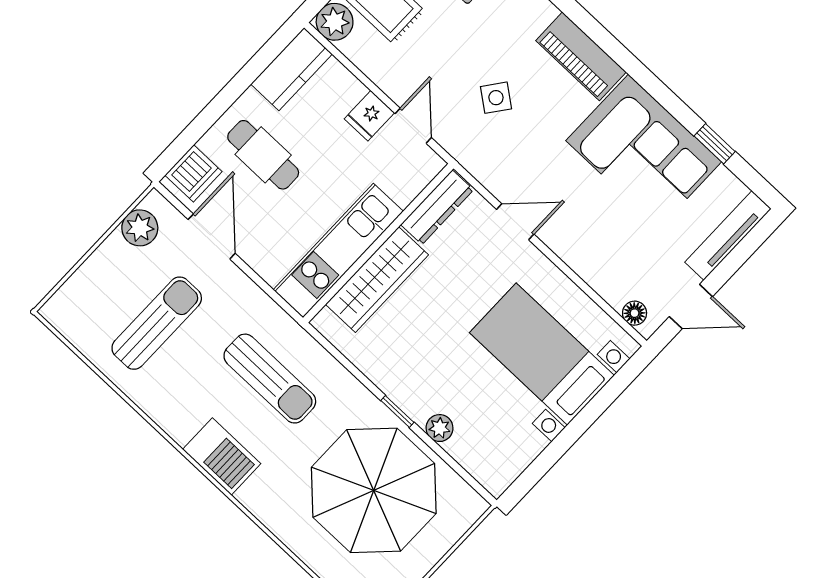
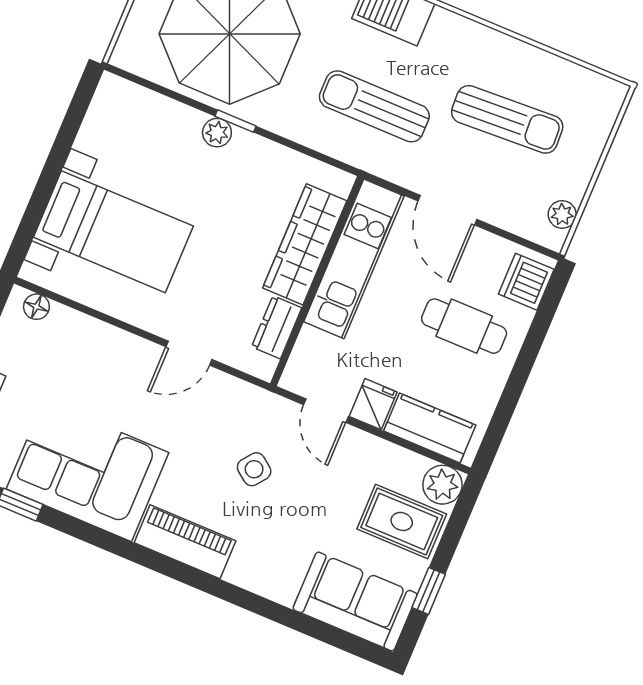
kitchen counter: (291, 69) -> (430, 428), moved, turned 90
dresser: (437, 207) -> (277, 327), width x0.70
plant: (140, 228) -> (562, 214), width x0.73, depth x0.73
door: (212, 236) -> (447, 210), moved
sun lounger: (157, 323) -> (507, 119), turned -93
plant: (440, 428) -> (217, 133), moved

